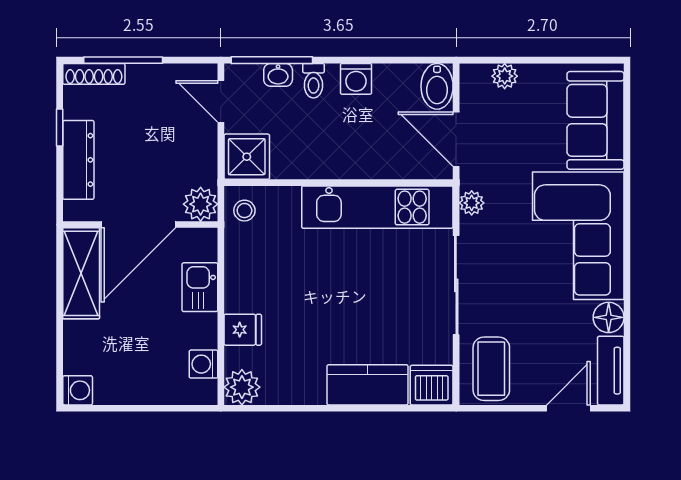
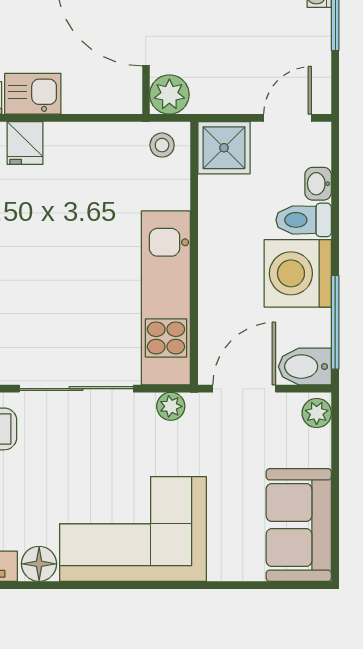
window: (272, 60) -> (335, 322), moved
plant: (505, 76) -> (317, 413), moved
washing machine: (356, 79) -> (298, 273), width x1.89, depth x1.89
toilet: (313, 81) -> (304, 220), width x1.37, depth x1.39
sofa: (595, 120) -> (299, 525), moved, turned -90
kitchen sink: (200, 287) -> (33, 94), moved

